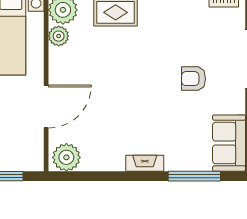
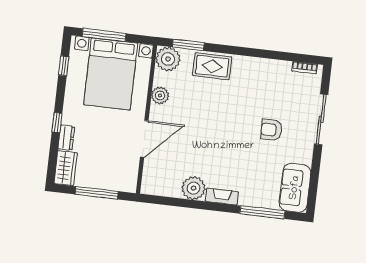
plant: (59, 36) -> (160, 95), moved
plant: (66, 157) -> (194, 188), moved

